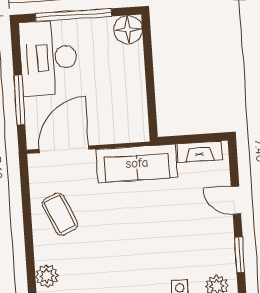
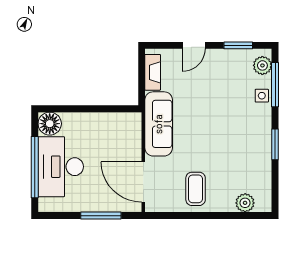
desk: (49, 58) -> (61, 167), moved, turned 90
coffee table: (60, 214) -> (196, 189), turned -66

